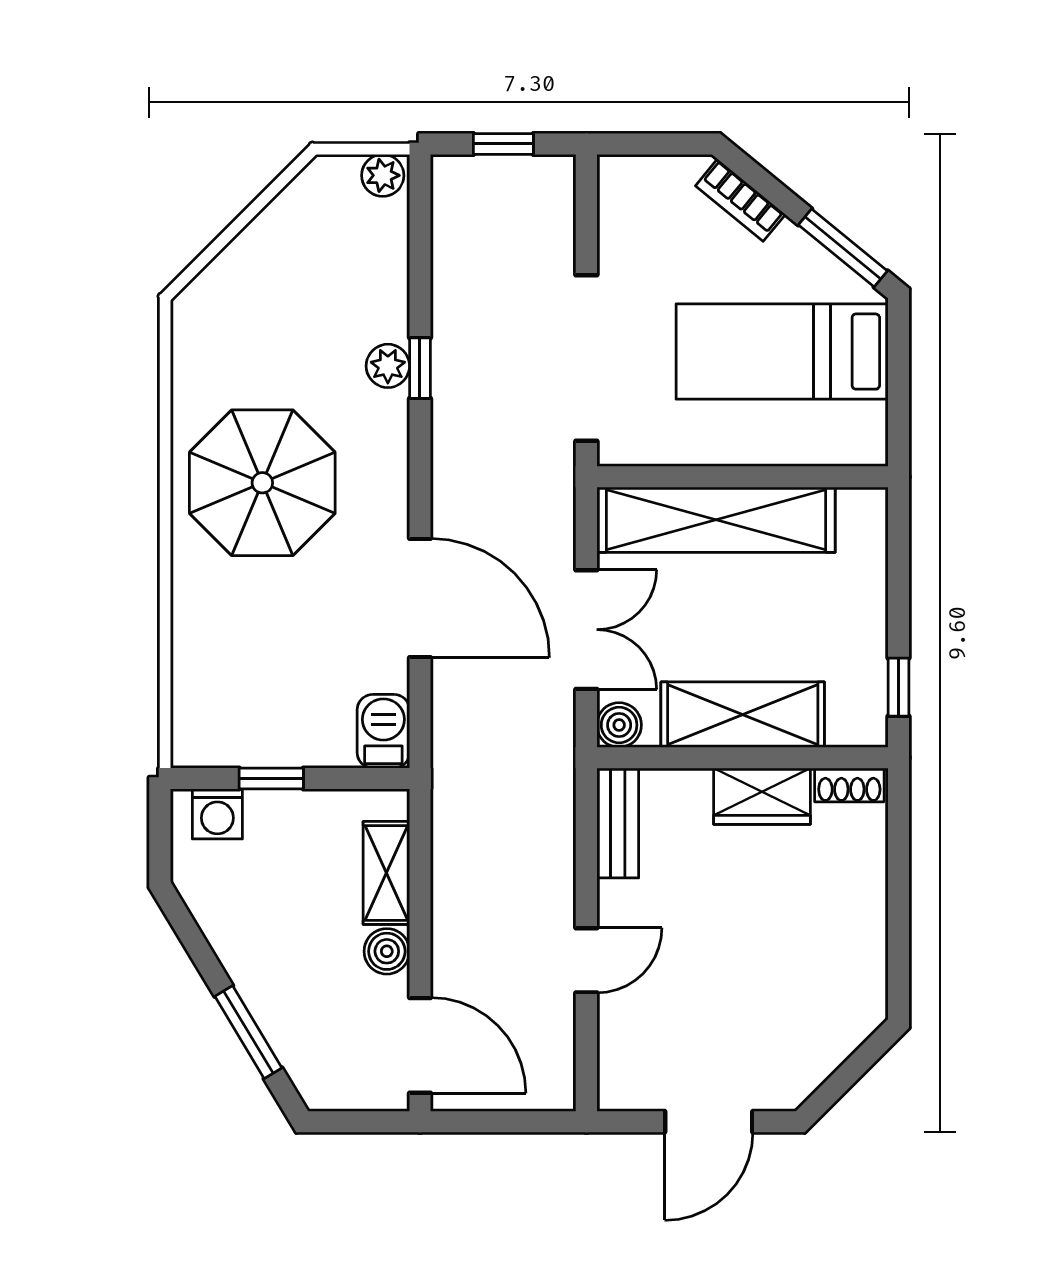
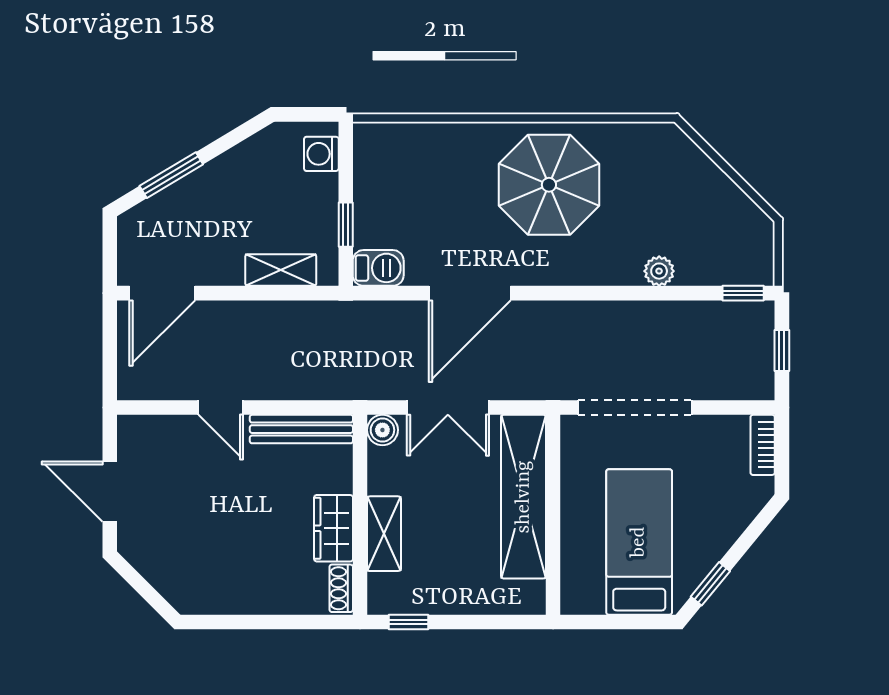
plant: (383, 175) -> (760, 268), removed
bookcase: (740, 200) -> (763, 445), moved, turned -39
window: (843, 248) -> (710, 584), width x0.67
plant: (388, 366) -> (659, 271), moved
window: (420, 368) -> (743, 293), moved
shelving: (743, 715) -> (384, 534), width x0.67, depth x0.75
window: (271, 779) -> (346, 225), moved
bench: (618, 823) -> (301, 429), width x1.36
boiler: (387, 951) -> (227, 270), removed

